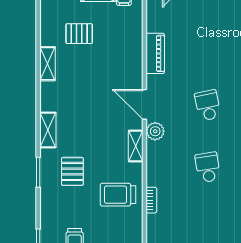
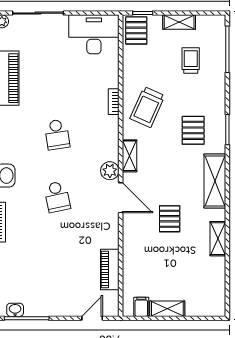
pallet: (79, 34) -> (170, 219), moved, turned 90
piano: (155, 53) -> (110, 269), moved
shelving: (48, 130) -> (215, 181), width x1.50, depth x1.33
trolley: (118, 195) -> (147, 107), turned 114

